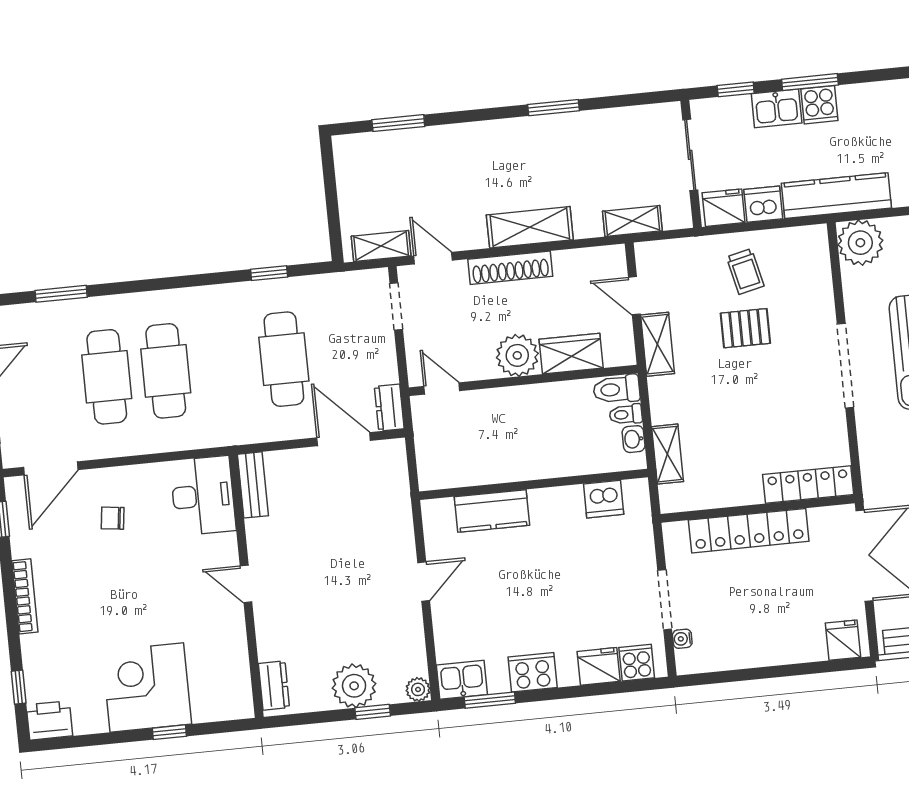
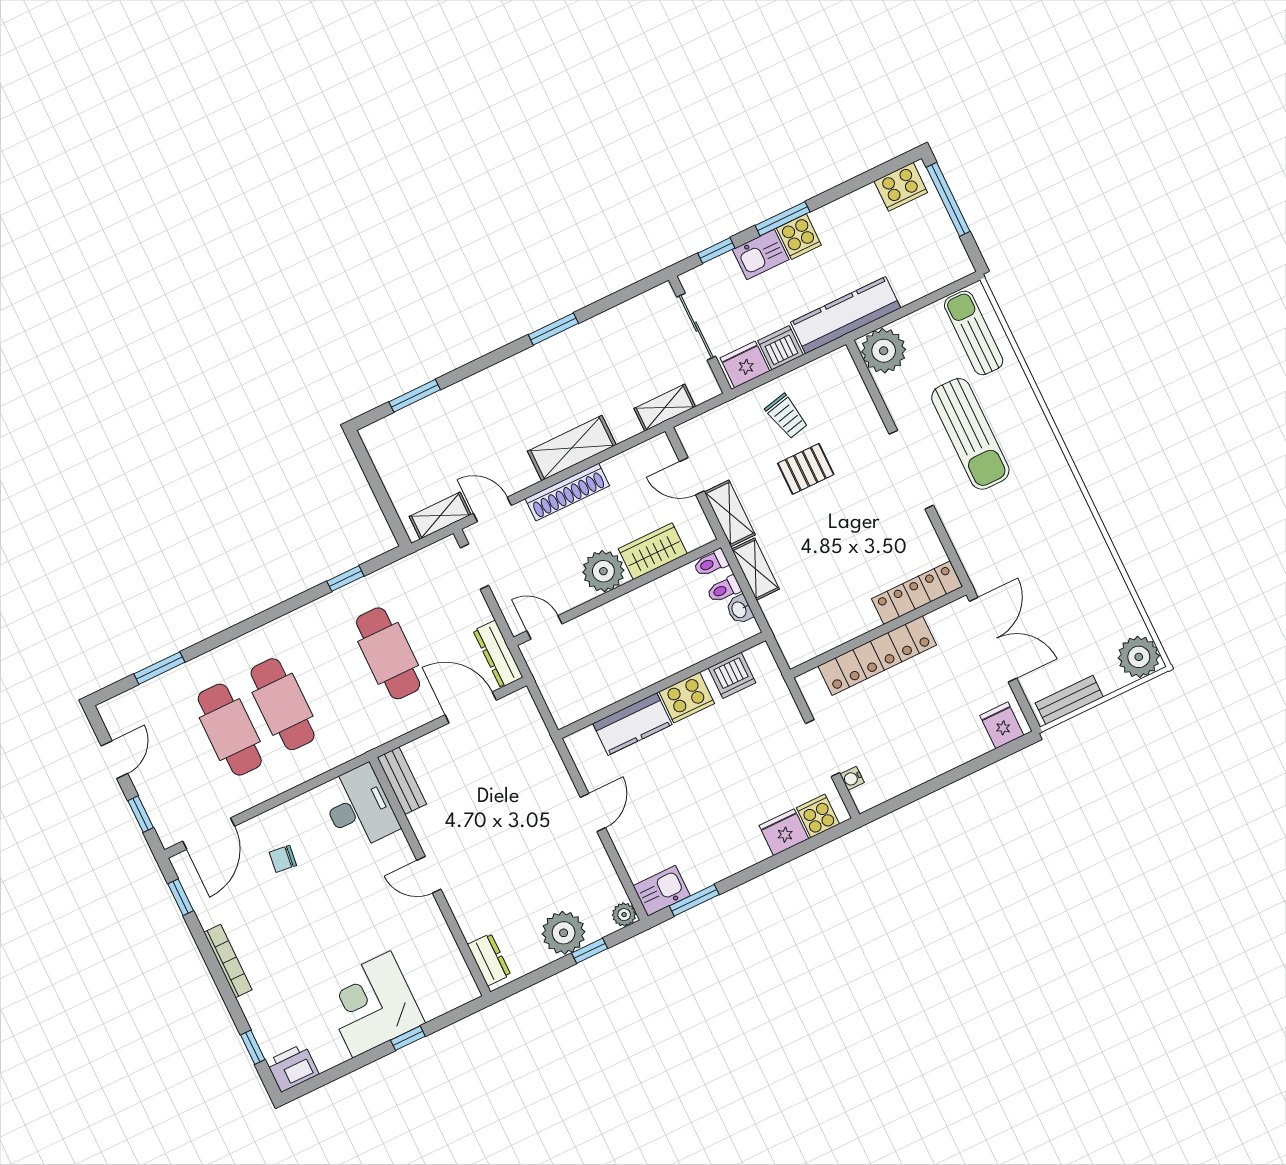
toilet: (617, 389) -> (711, 563), width x0.73, depth x0.72
dresser: (389, 408) -> (498, 654), width x1.44
shelving: (668, 454) -> (756, 569), moved
cooker: (533, 672) -> (687, 698), moved, turned 180

